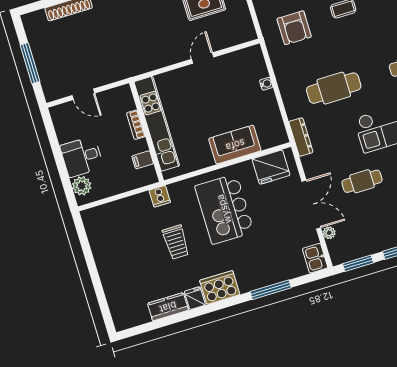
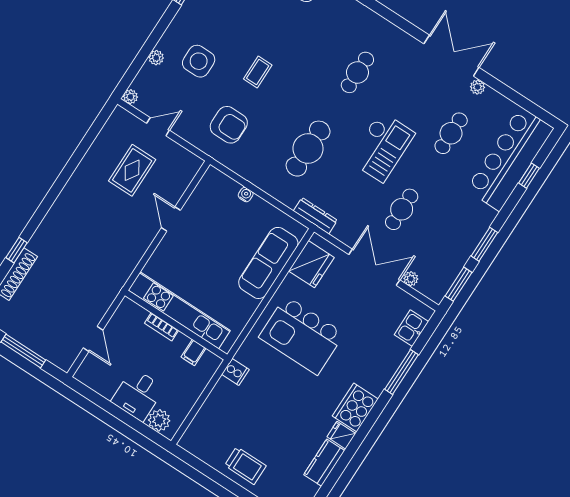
door: (83, 94) -> (93, 339), hinge flipped
sofa: (235, 145) -> (268, 263), width x1.36
trolley: (176, 242) -> (245, 466), moved
kitchen sink: (315, 258) -> (411, 328), moved, turned 90

